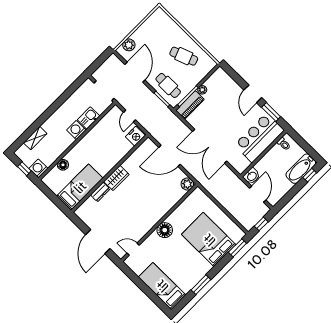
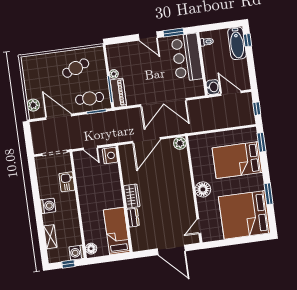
washing machine: (76, 130) -> (48, 206), moved, turned 180
floor lamp: (63, 165) -> (91, 249), moved
bed: (162, 286) -> (244, 215), width x2.04

